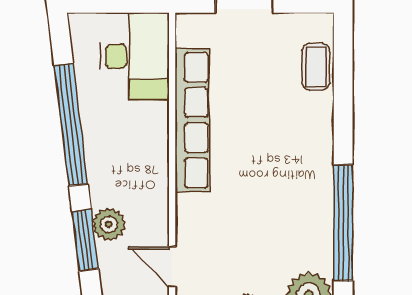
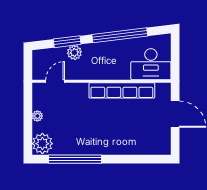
coffee table: (316, 67) -> (146, 147), removed

